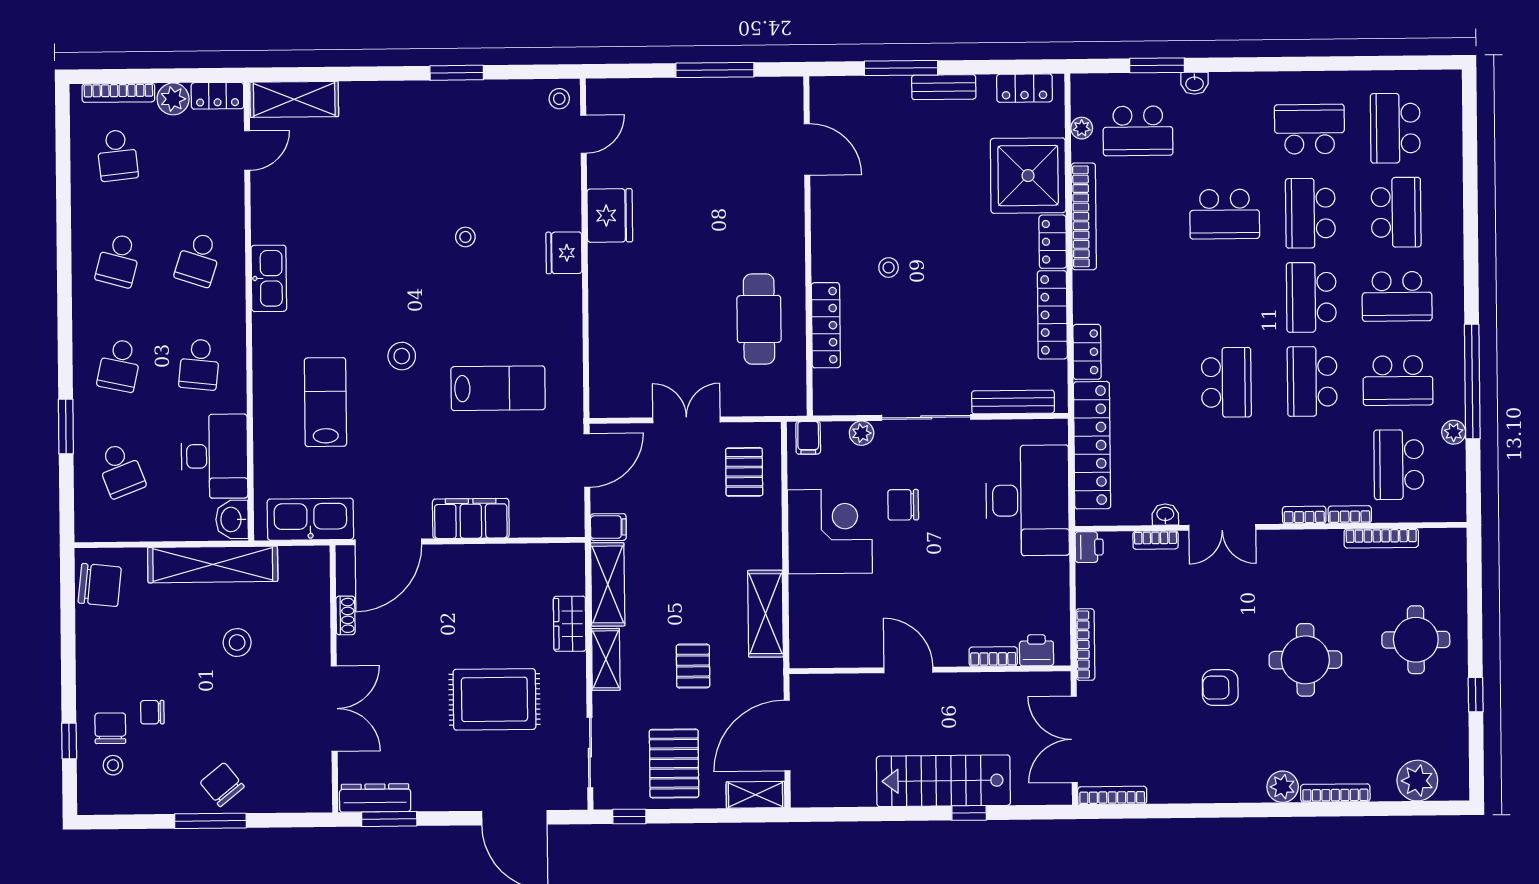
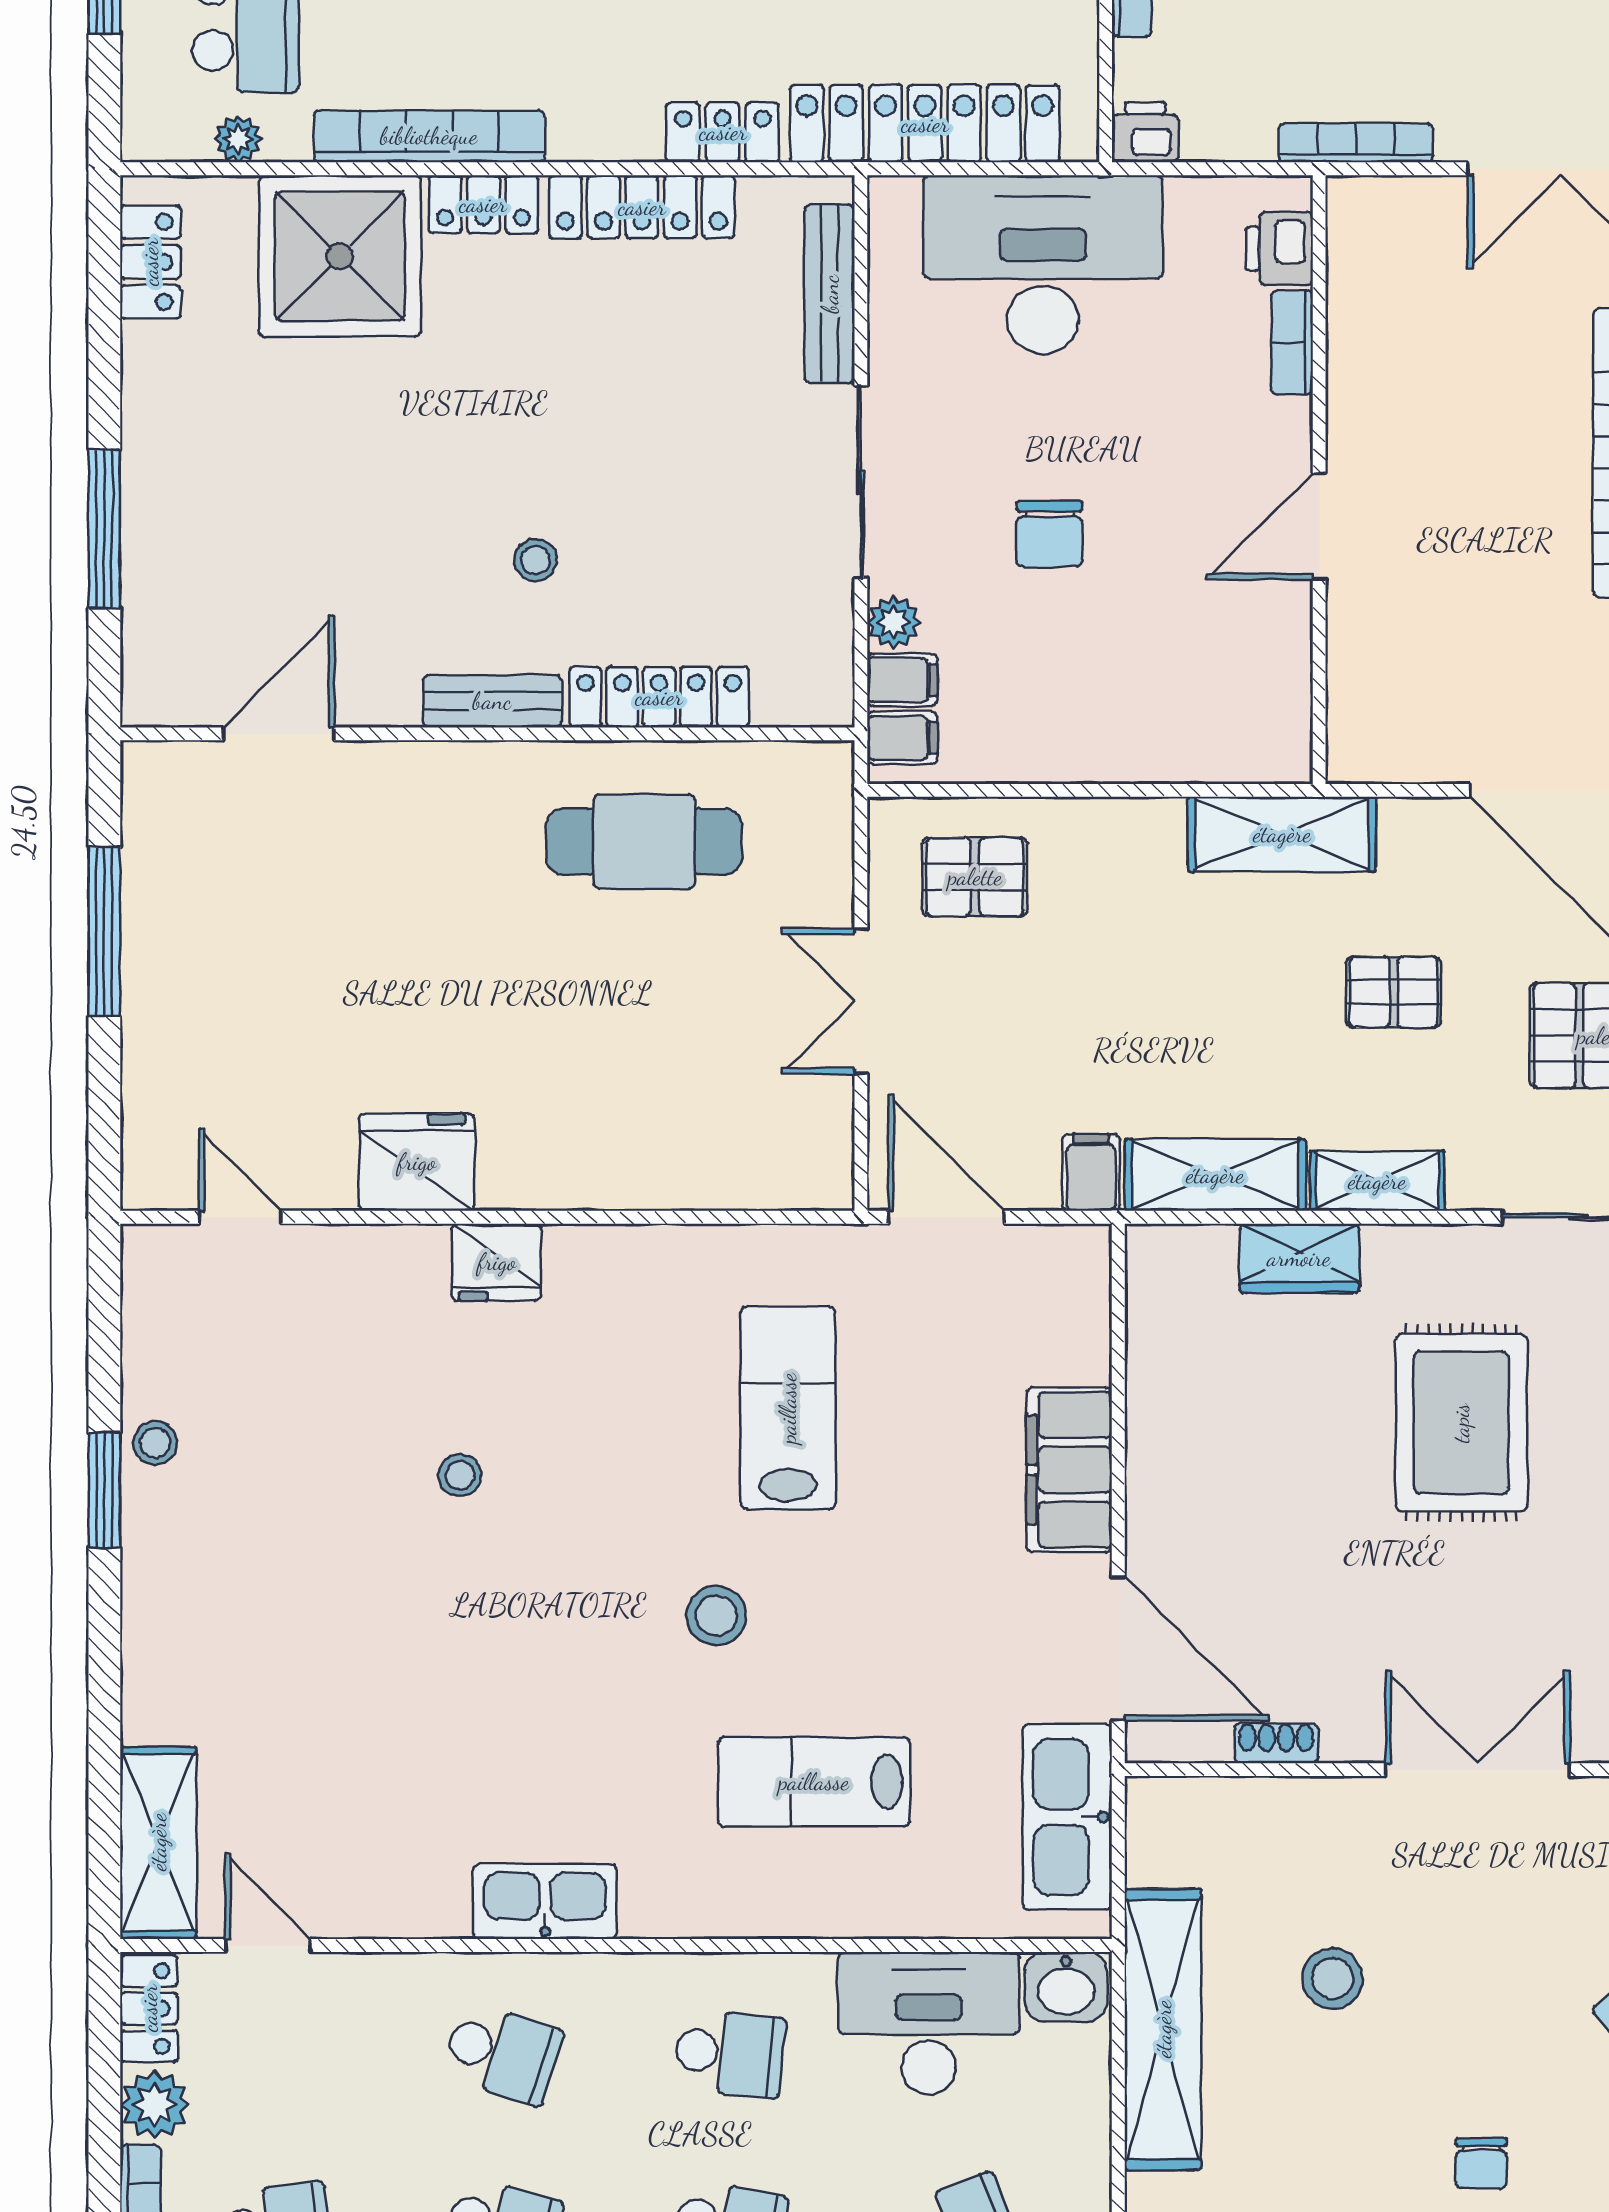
bench: (944, 87) -> (492, 701), moved, turned 90
stool: (559, 99) -> (155, 1443), moved
filing cabinet: (835, 437) -> (902, 680), added
corner desk: (830, 531) -> (1105, 693), removed
printer: (1037, 650) -> (1279, 248), moved
bookcase: (993, 657) -> (1292, 342), moved
door: (908, 670) -> (1319, 526), moved
wall: (930, 670) -> (1319, 480), moved

